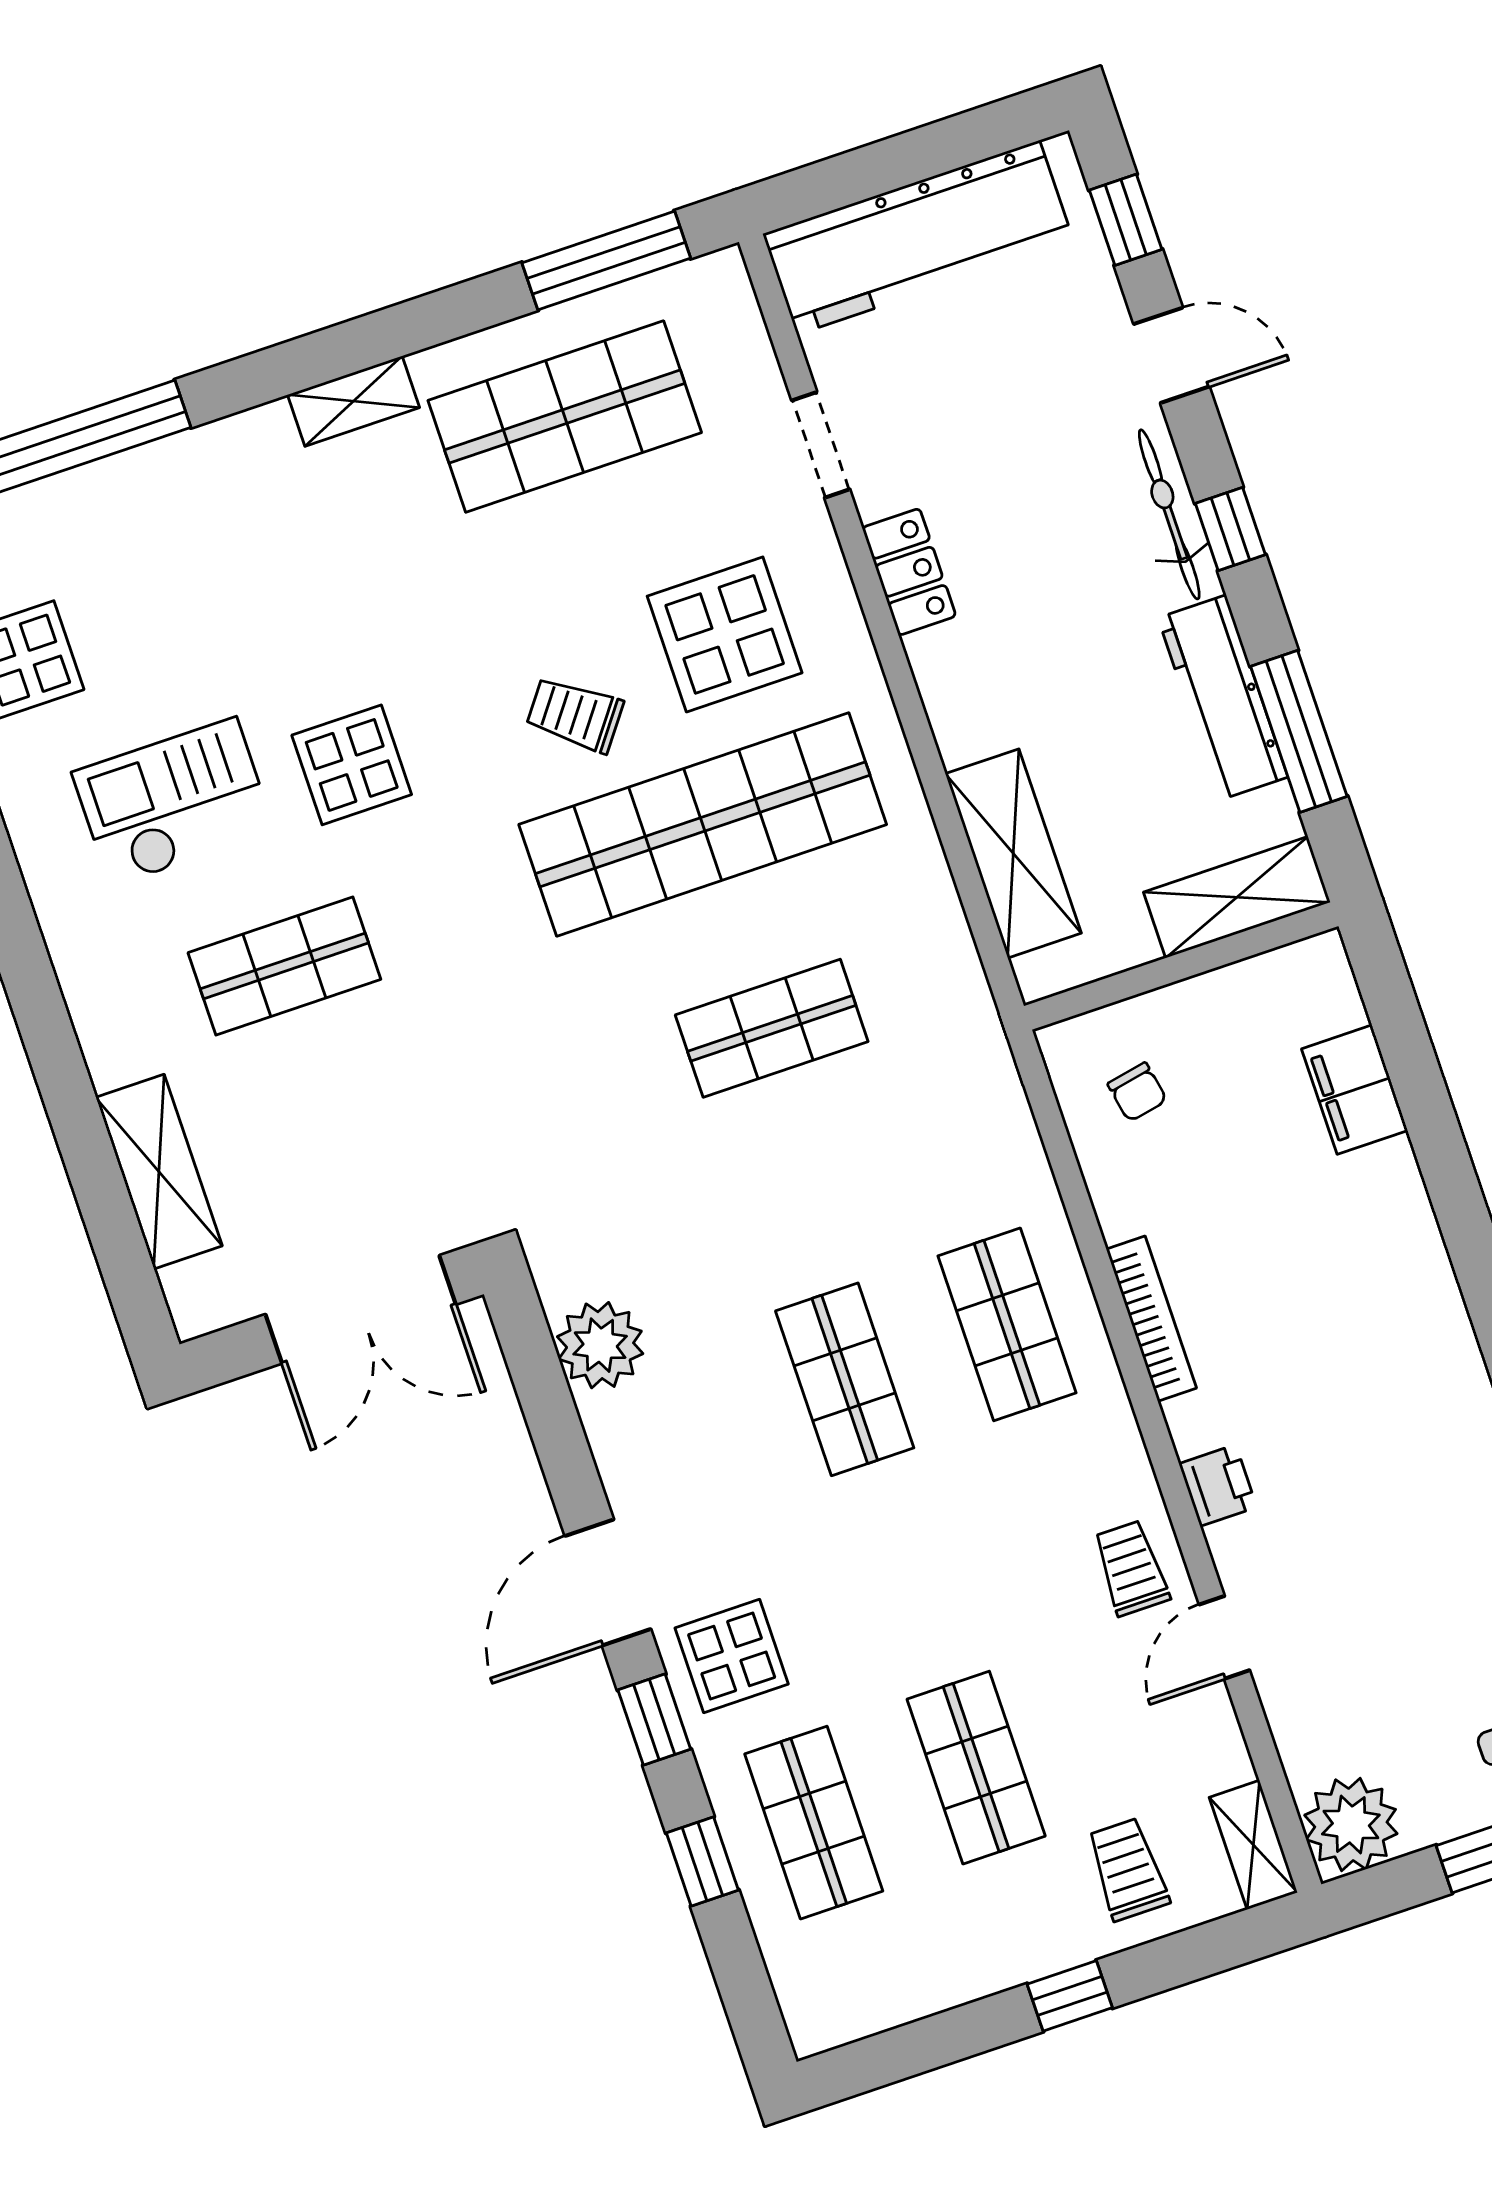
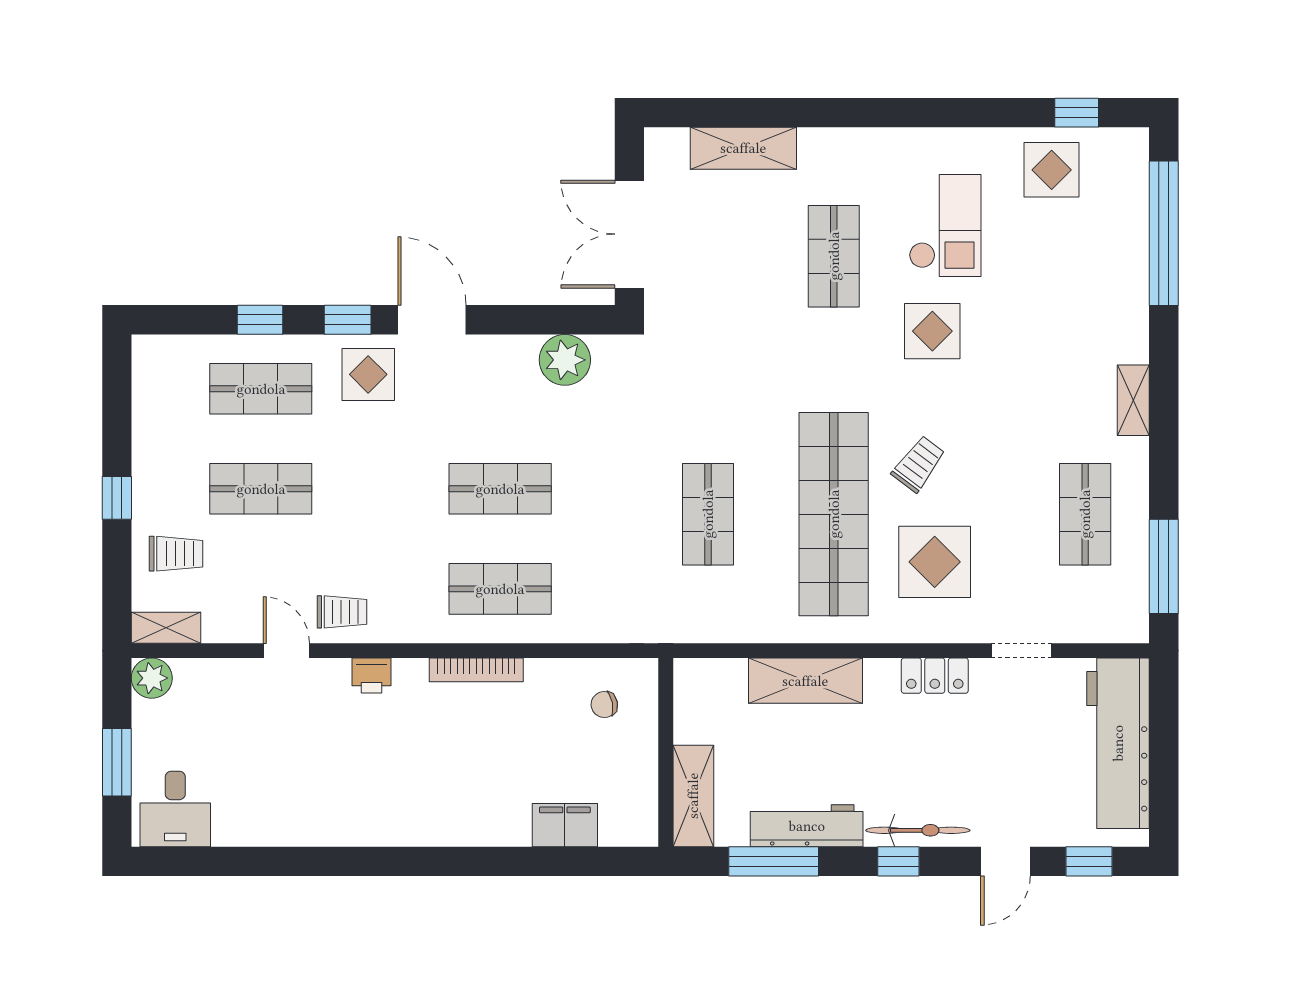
shop shelf: (565, 417) -> (1085, 514), width x0.70, depth x0.74
shelving: (1013, 853) -> (805, 681), moved
plant: (1351, 1824) -> (152, 678), width x0.73, depth x0.73

